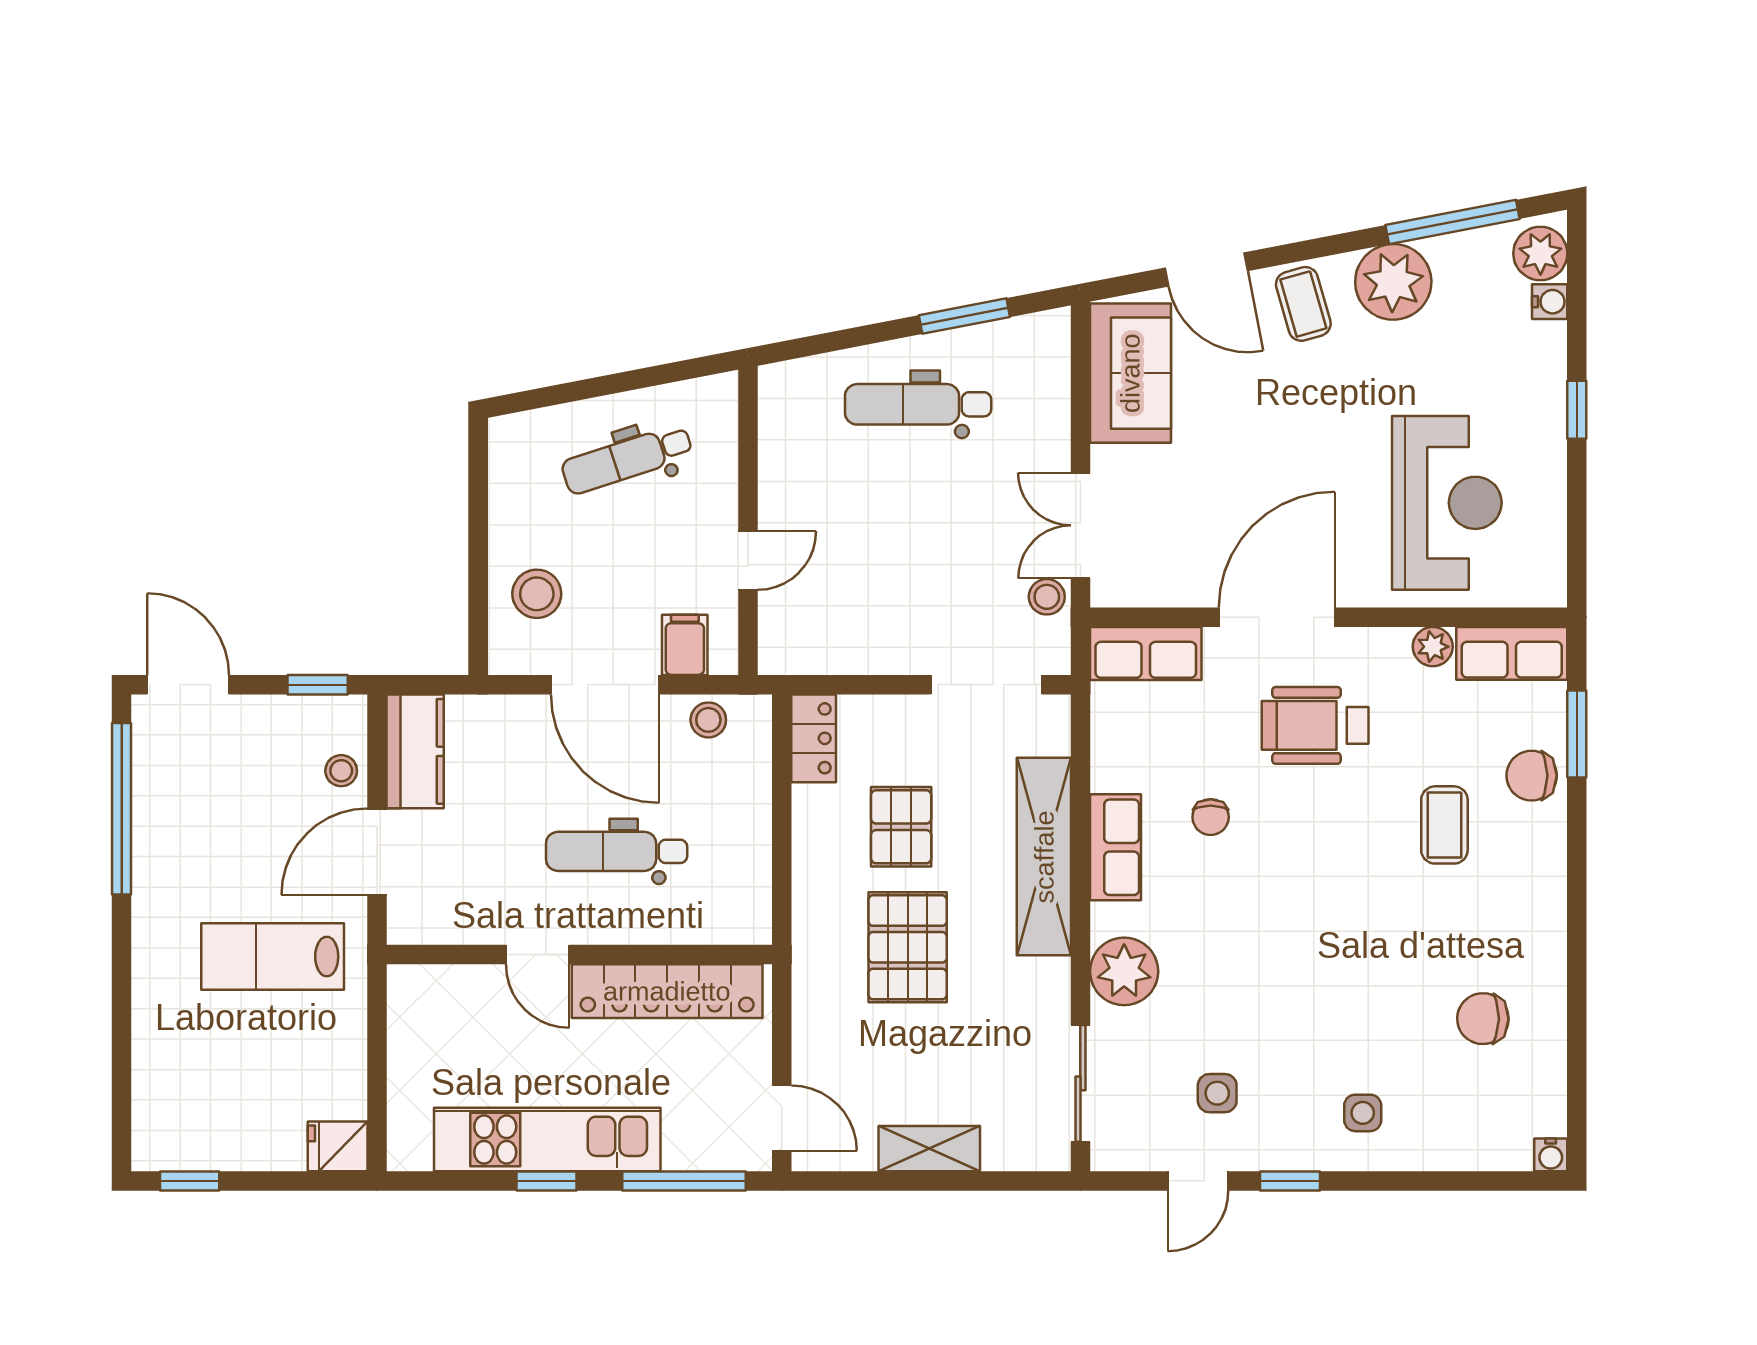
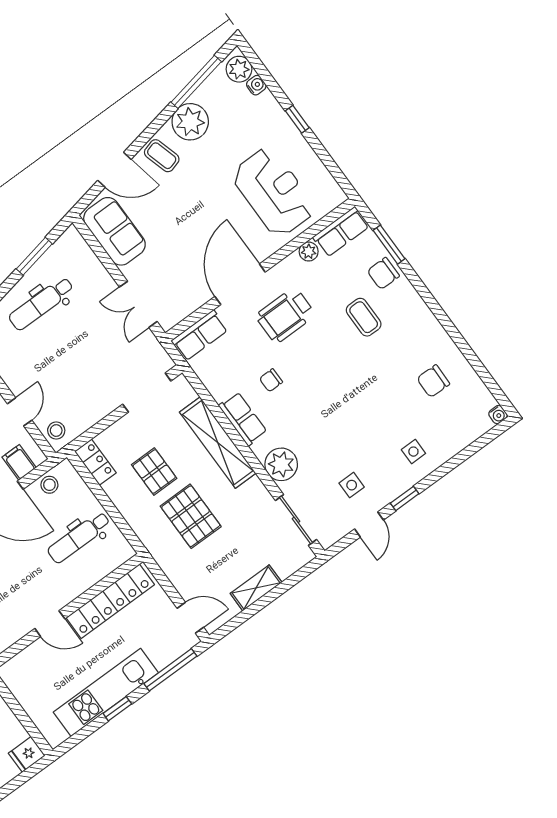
stool: (1047, 597) -> (56, 431), moved
chair: (1211, 817) -> (271, 380), turned 90
dental chair: (617, 851) -> (79, 537), moved

